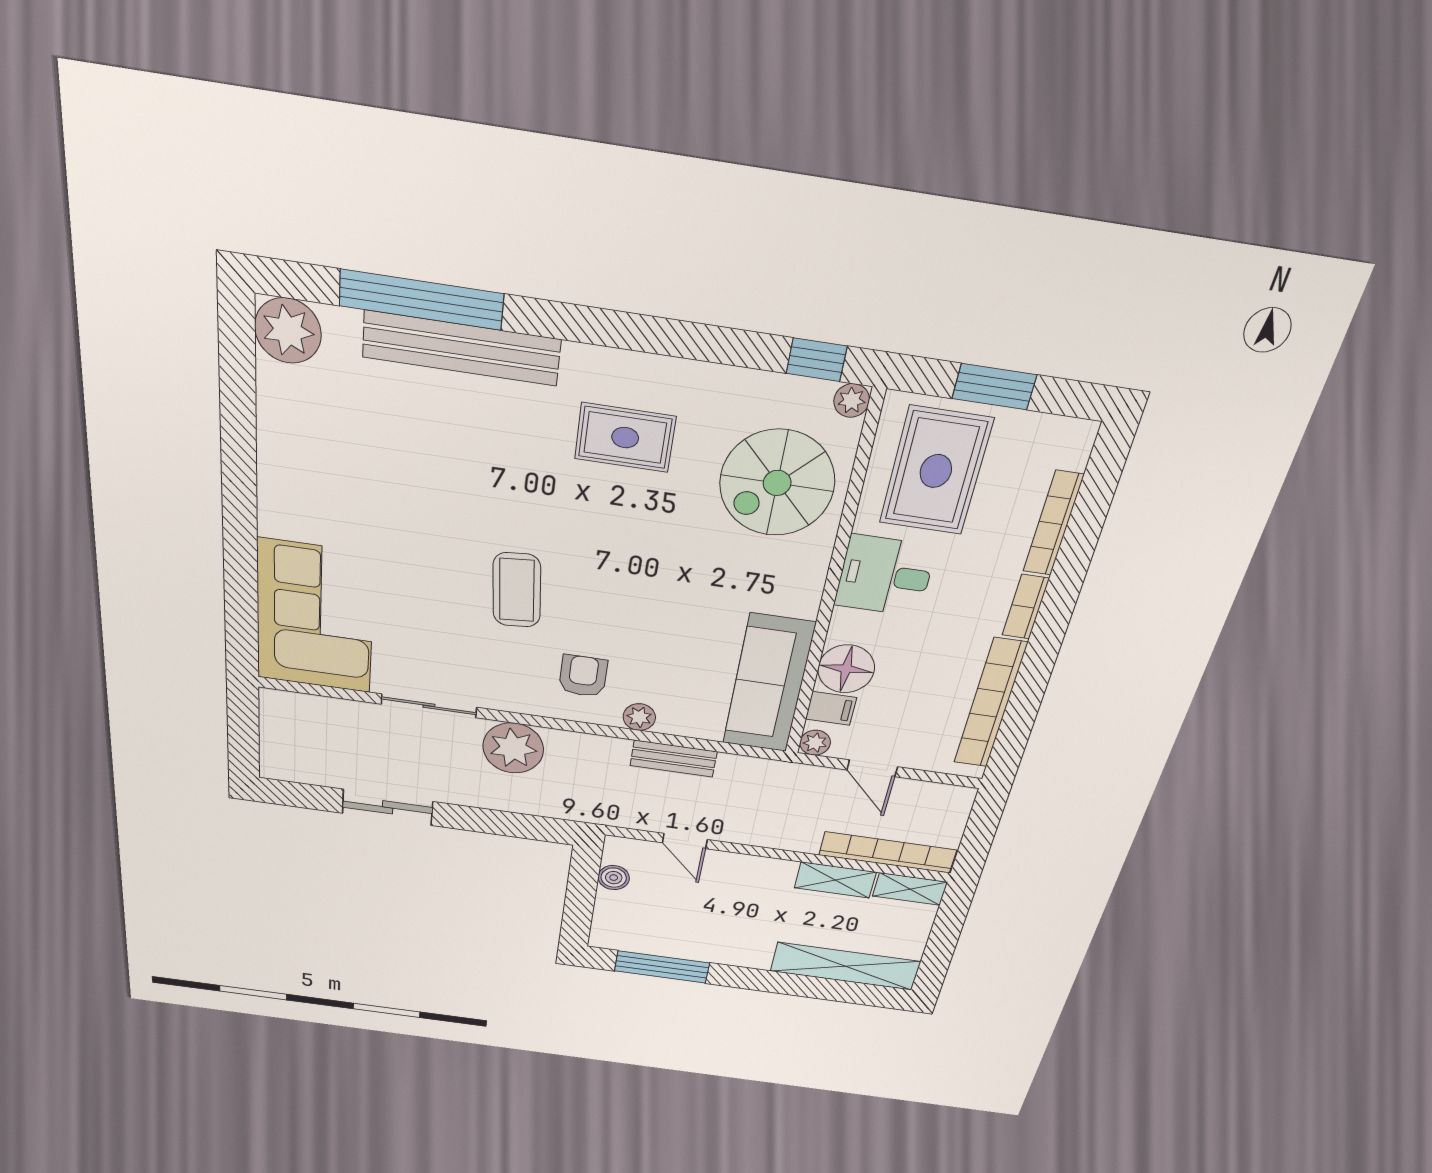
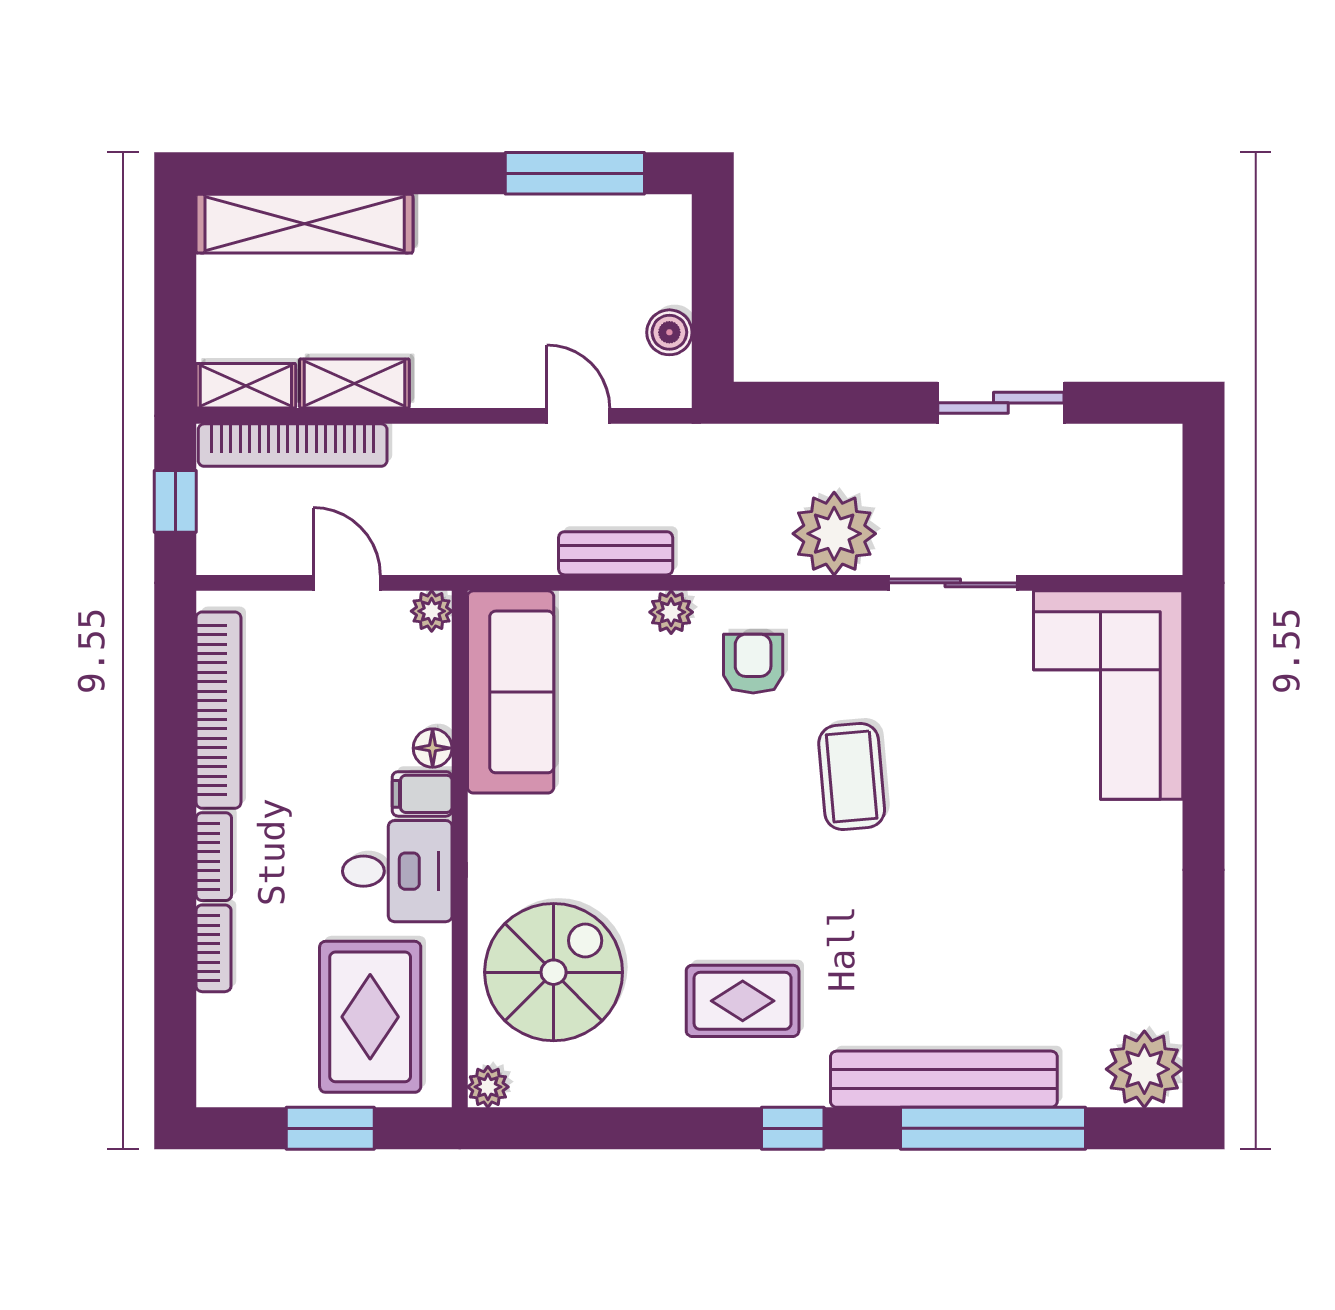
window: (817, 360) -> (793, 1128), moved
bookcase: (1053, 523) -> (214, 948), width x0.64
floor lamp: (846, 669) -> (433, 748), width x0.53, depth x0.53
armchair: (583, 676) -> (753, 664), turned 180
filing cabinet: (831, 708) -> (422, 794), moved
window: (980, 833) -> (175, 501), added

